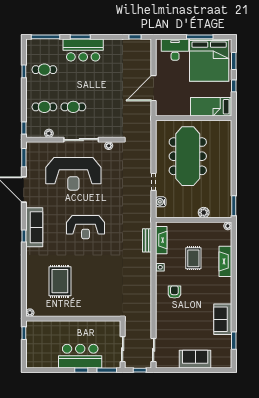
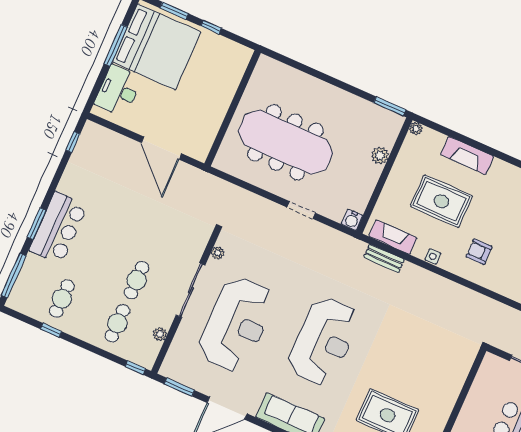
bed: (211, 107) -> (227, 75), removed
water cooler: (161, 202) -> (352, 220), moved
reception desk: (86, 227) -> (324, 341), width x1.36, depth x1.30
rug: (193, 258) -> (441, 201), width x1.36, depth x1.43

